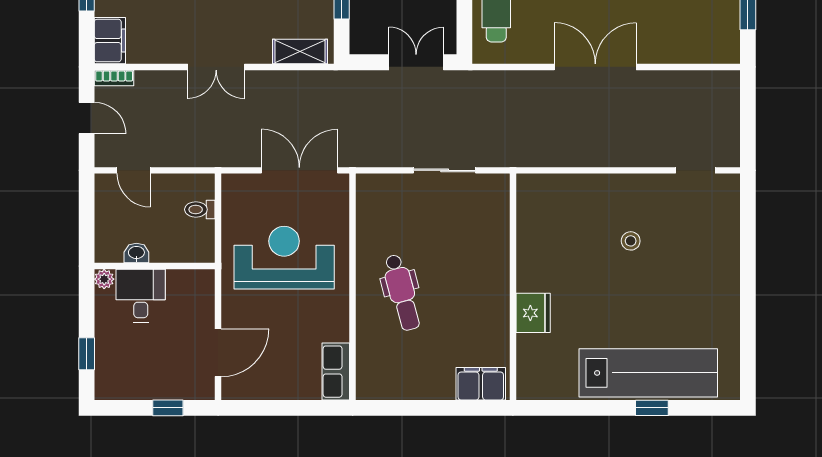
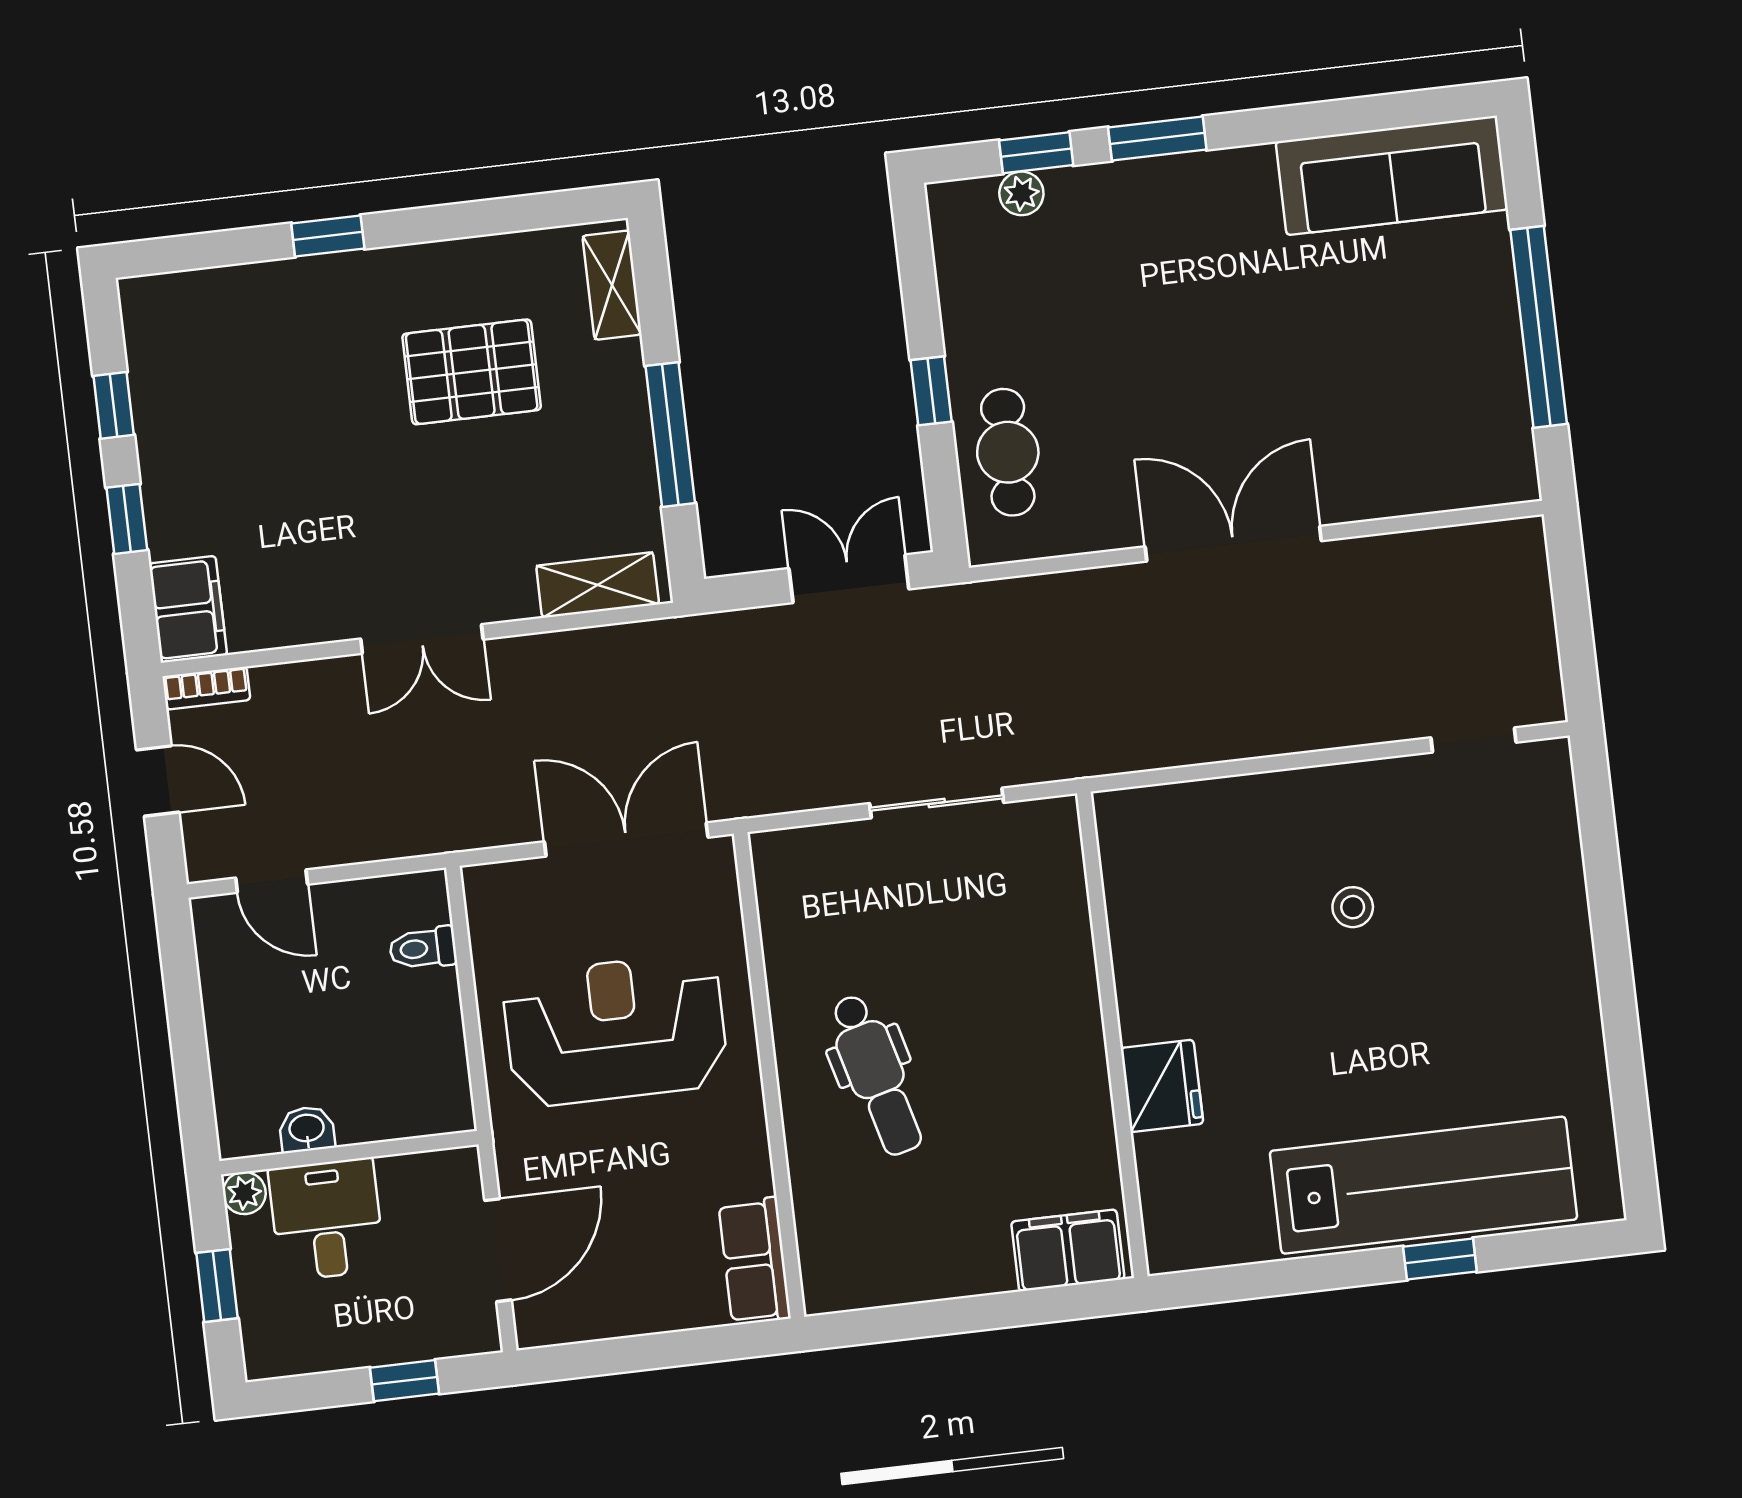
washbasin: (136, 253) -> (307, 1129), moved
wall: (155, 266) -> (349, 1153), moved
plant: (104, 279) -> (244, 1193), moved
desk: (141, 296) -> (327, 1219), moved

